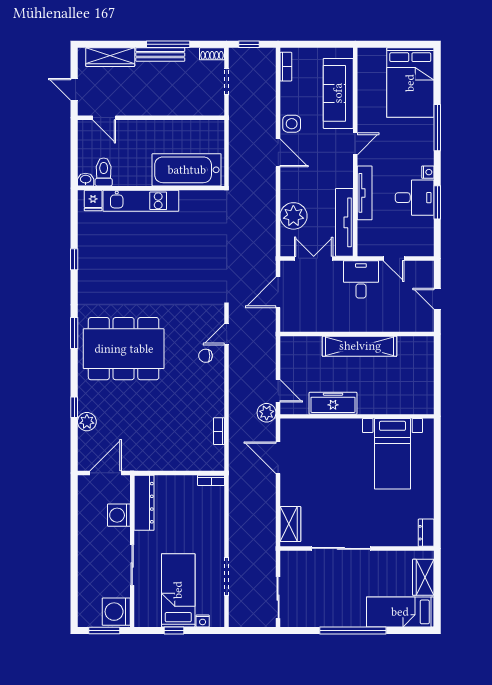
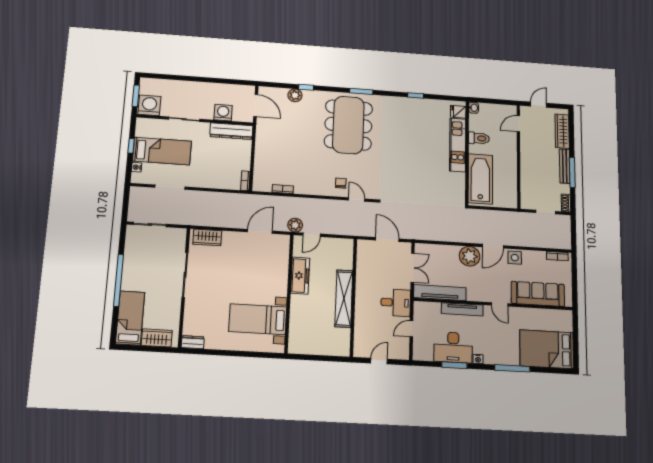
window: (249, 44) -> (573, 230), removed
toilet: (104, 172) -> (479, 138), moved
desk: (415, 198) -> (453, 347), width x1.37
plant: (293, 216) -> (470, 256), moved

